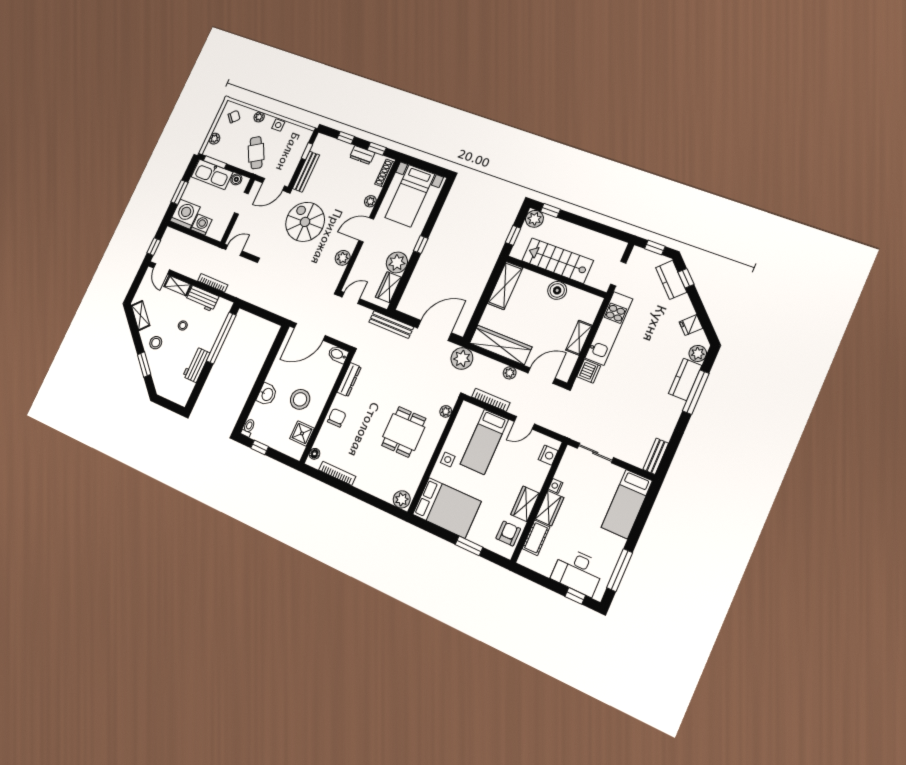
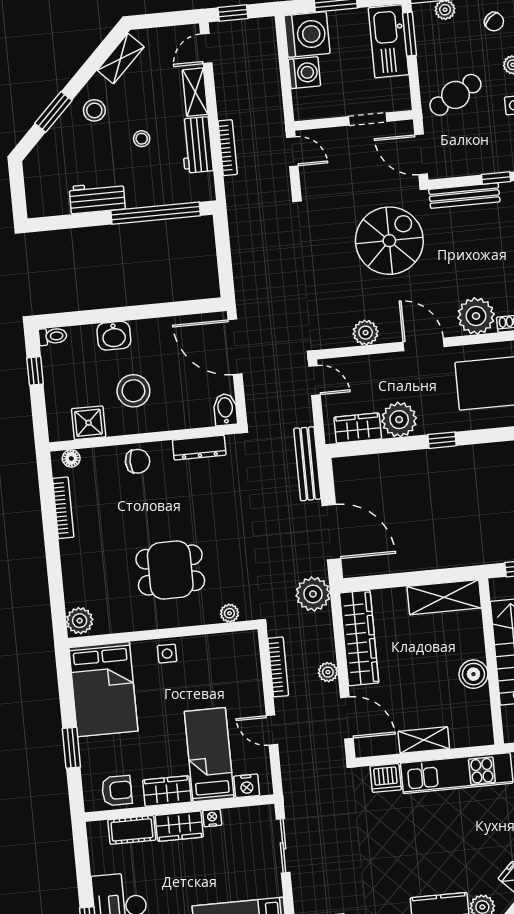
boiler: (236, 179) -> (400, 88), removed
plant: (370, 201) -> (476, 316), width x1.87, depth x1.87
bed: (484, 442) -> (209, 755), moved, turned 90

